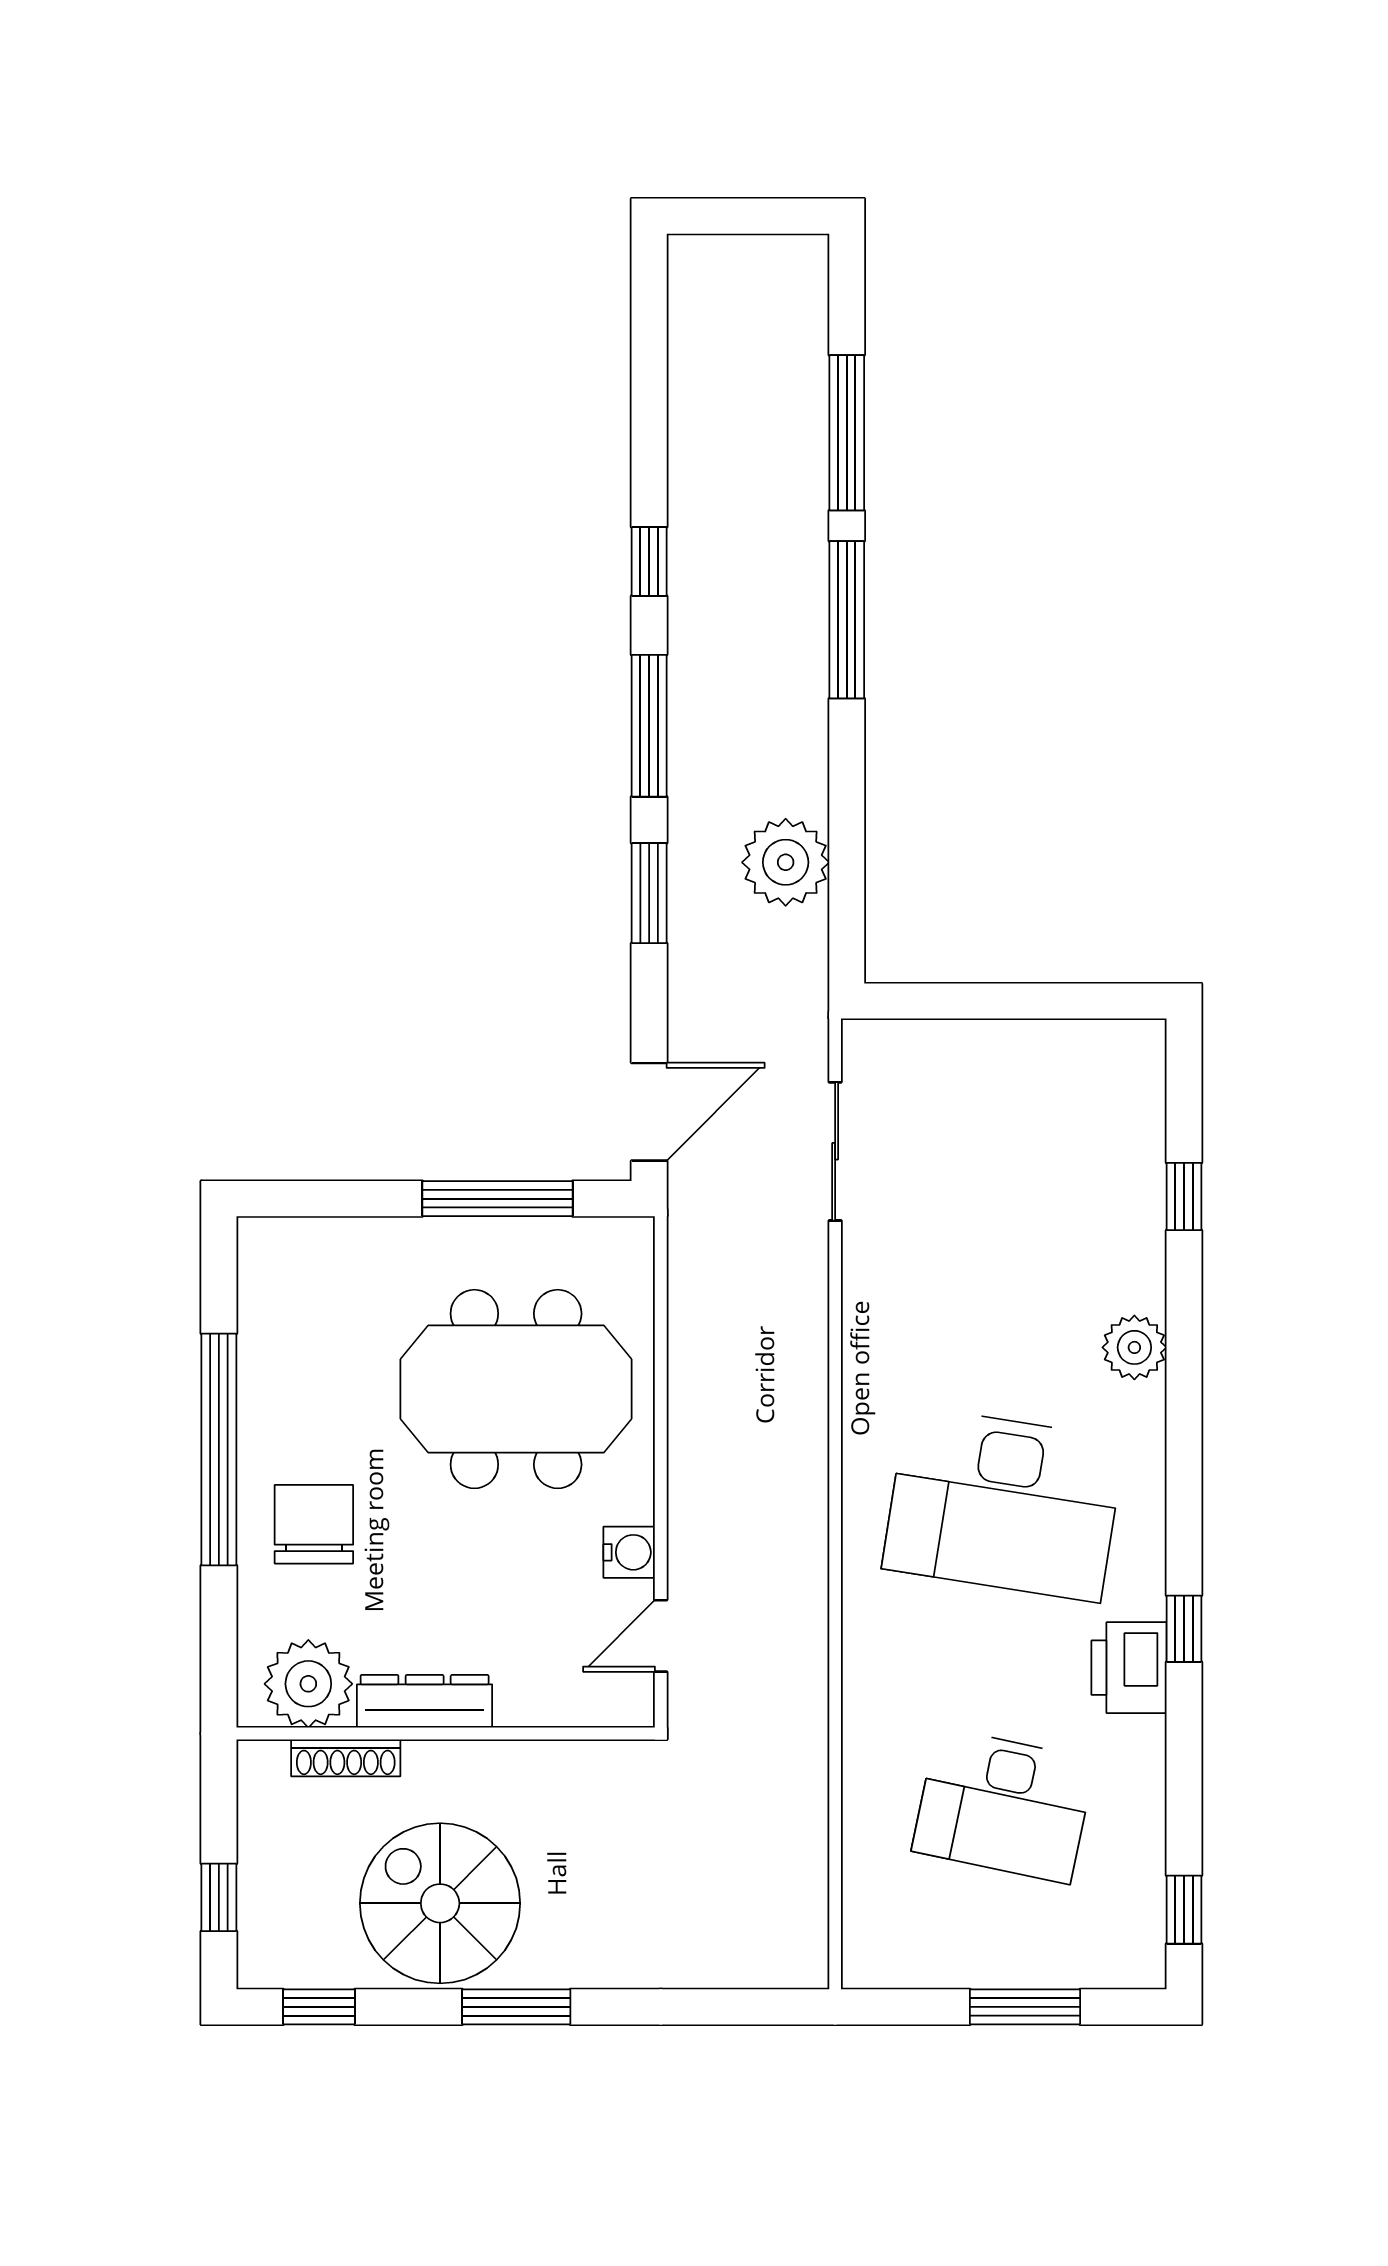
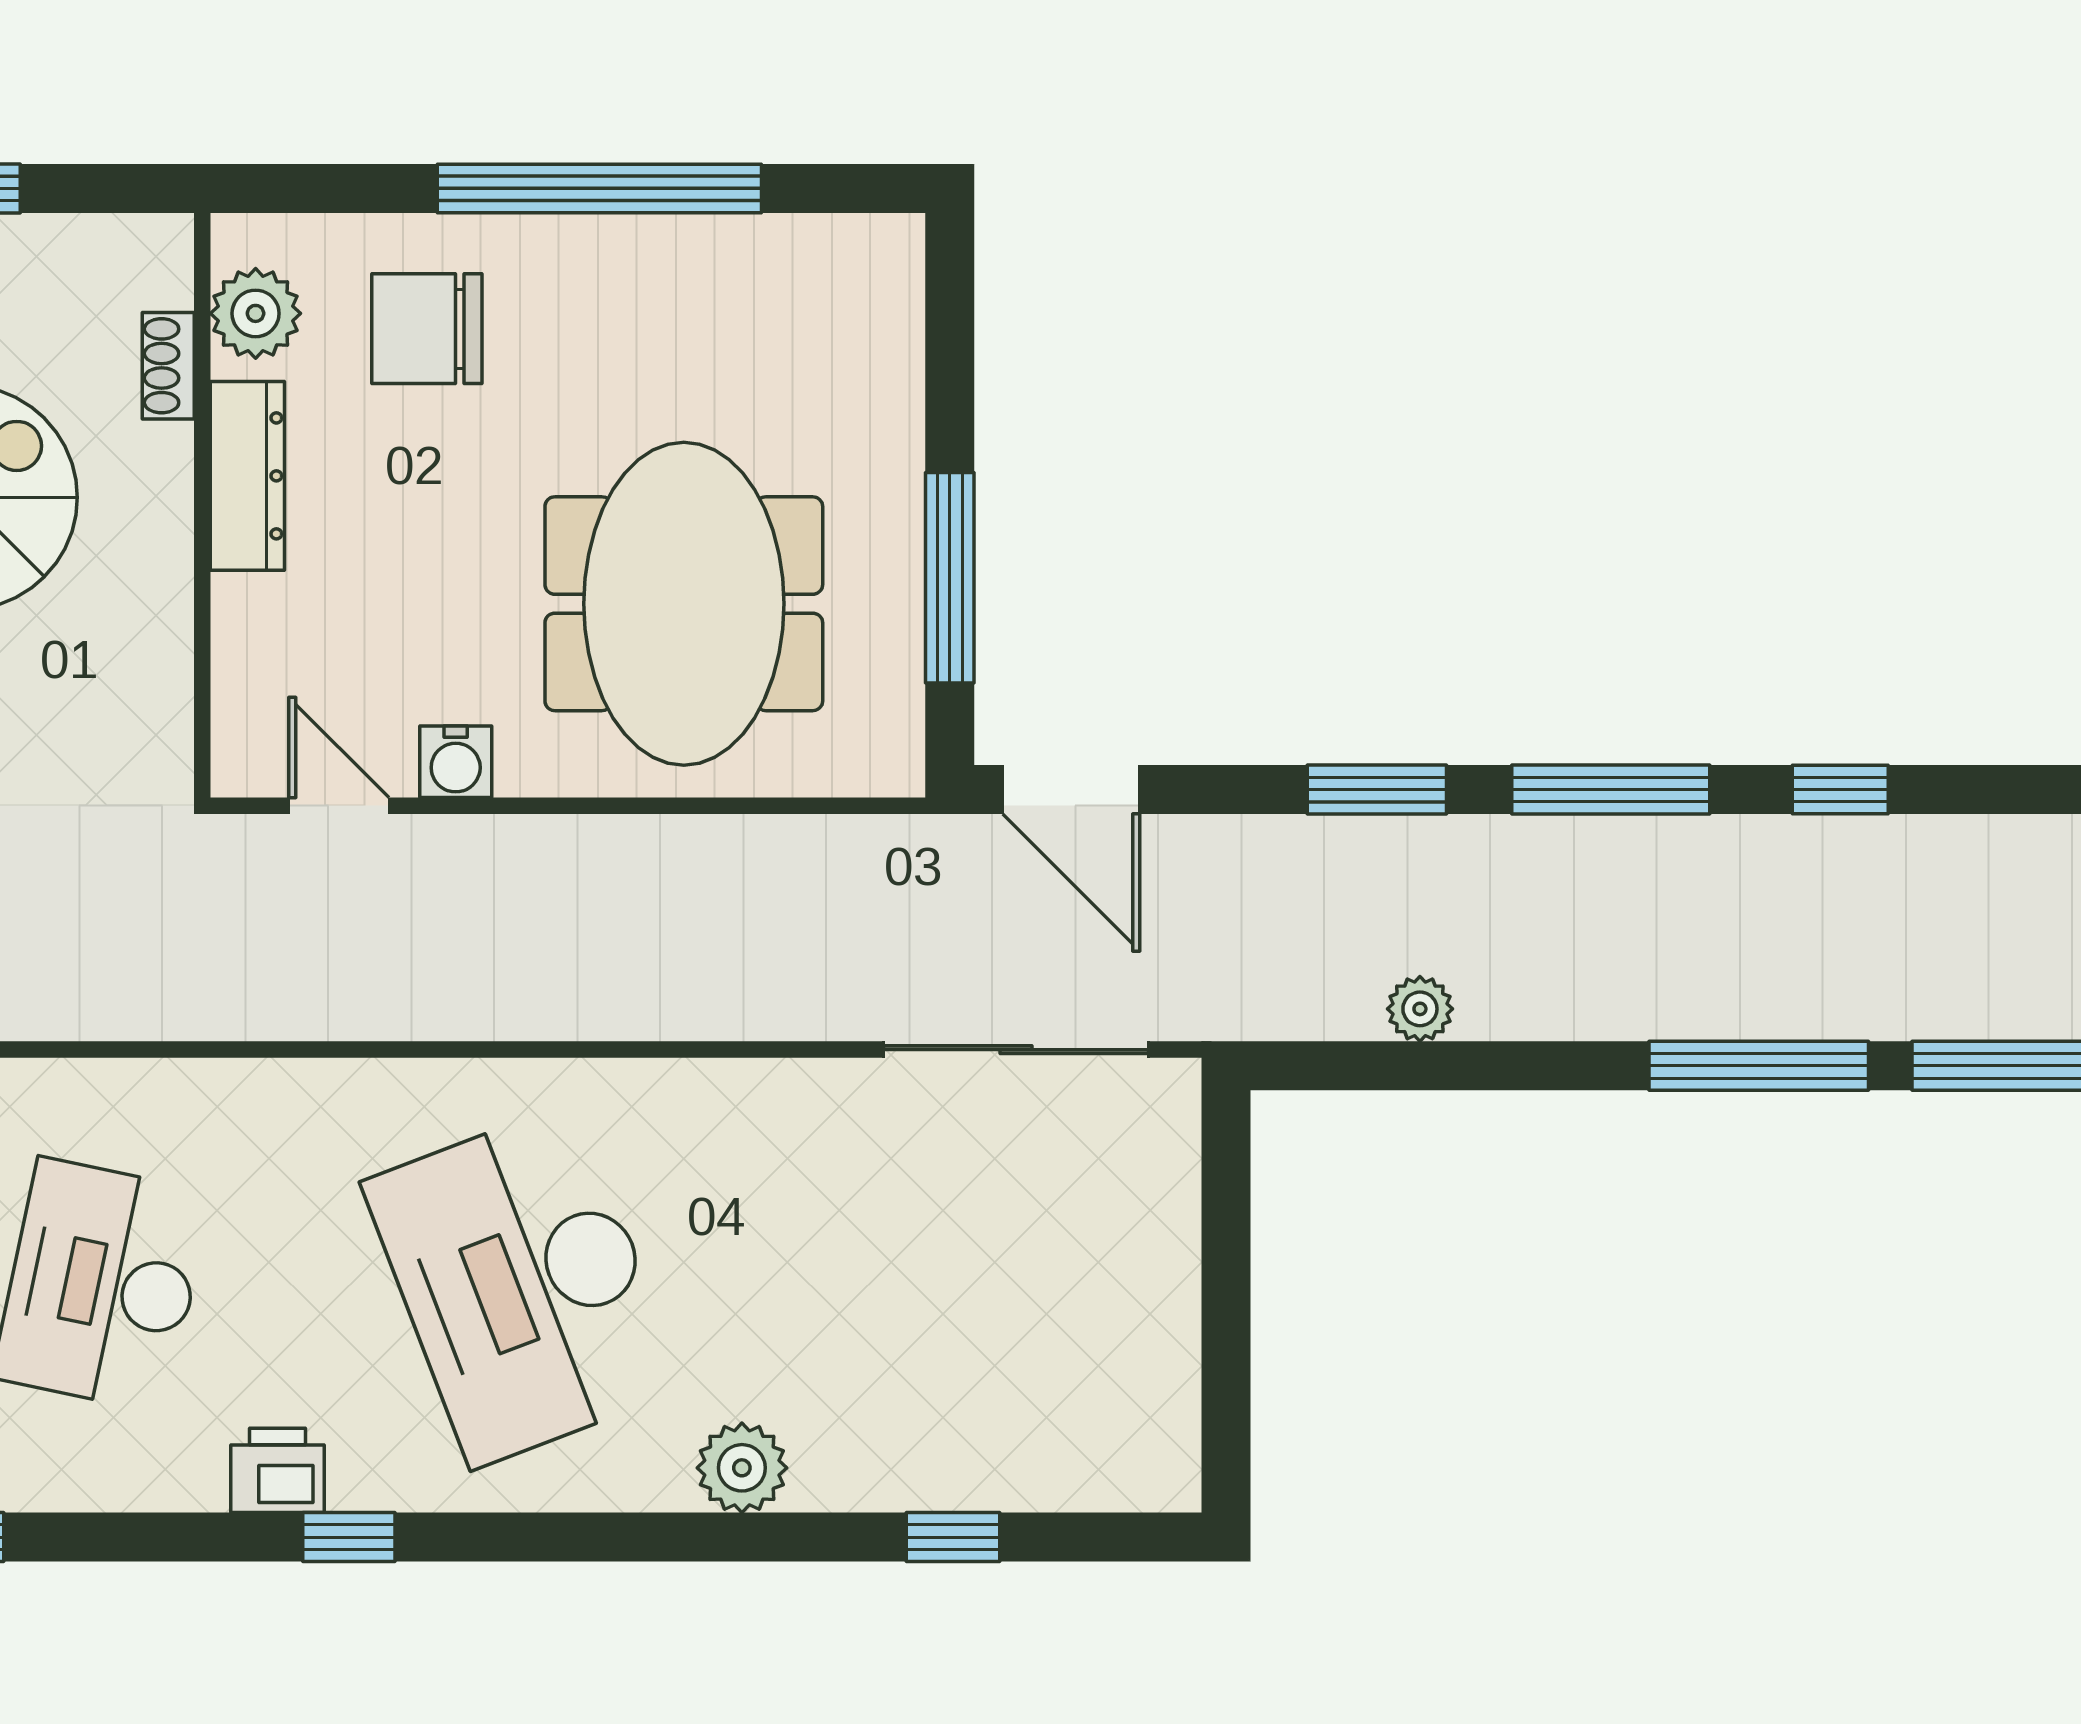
plant: (786, 862) -> (1420, 1009), width x0.53, depth x0.53
sliding door: (835, 1151) -> (1016, 1050), width x1.37
desk: (1004, 1504) -> (523, 1285), turned -30
chair: (314, 1524) -> (427, 329), moved, turned 180
printer: (1129, 1668) -> (278, 1470), width x0.73, depth x0.81
plant: (308, 1684) -> (256, 313), width x0.73, depth x0.73
shoe rack: (346, 1758) -> (168, 366), width x0.70

